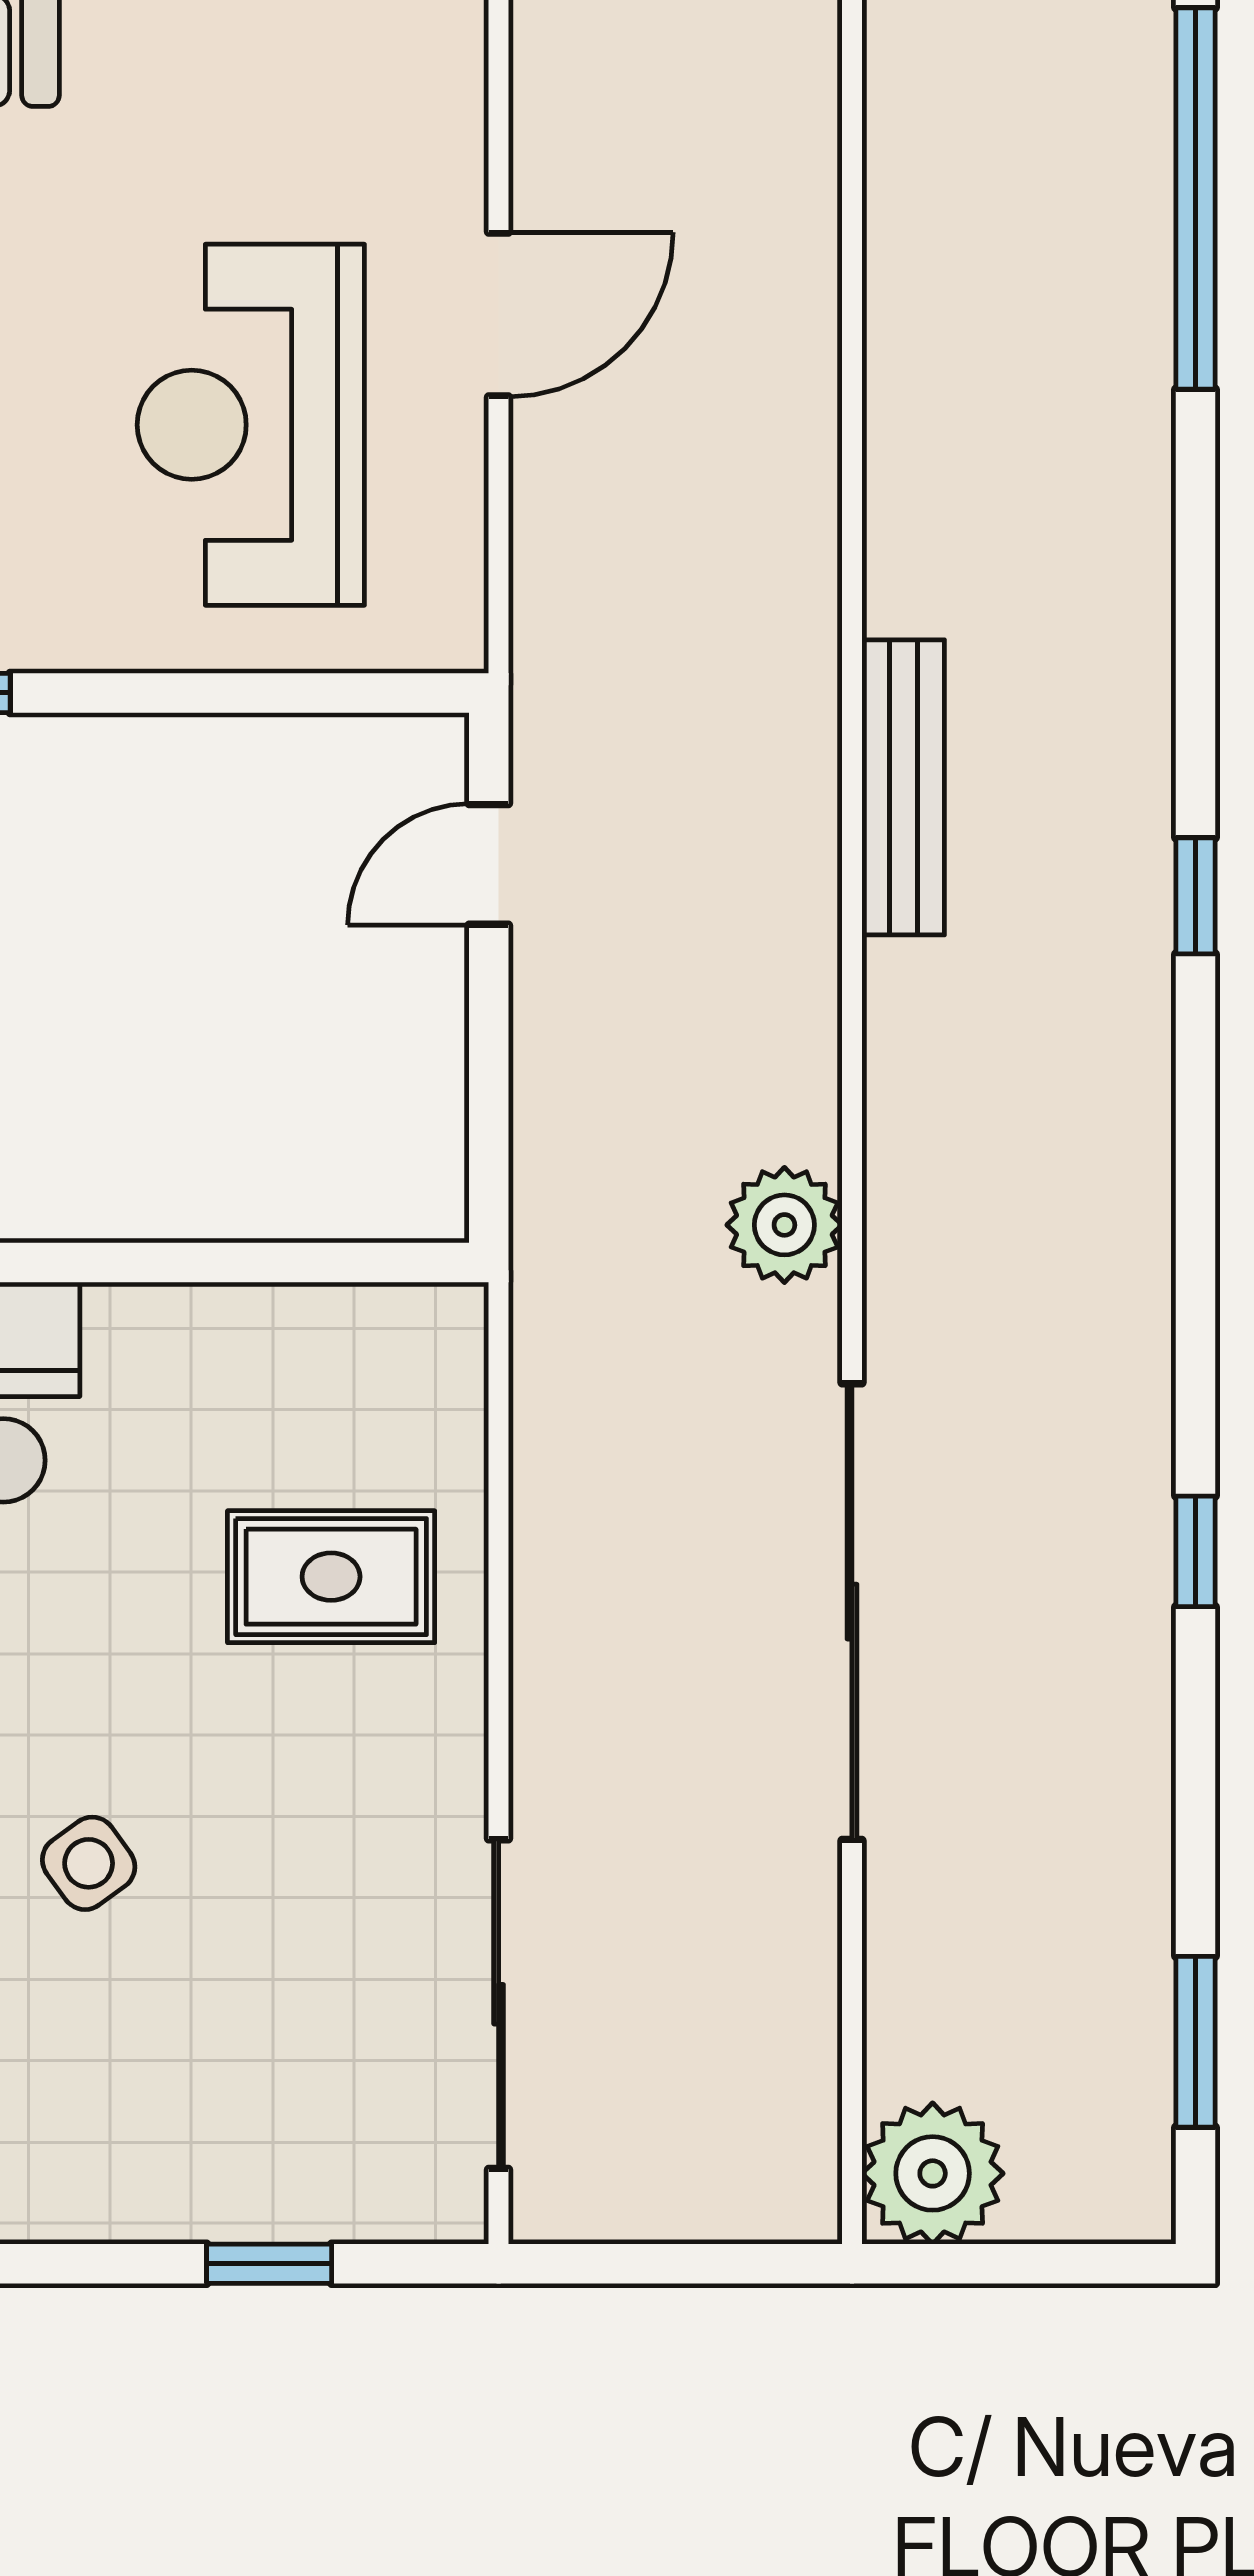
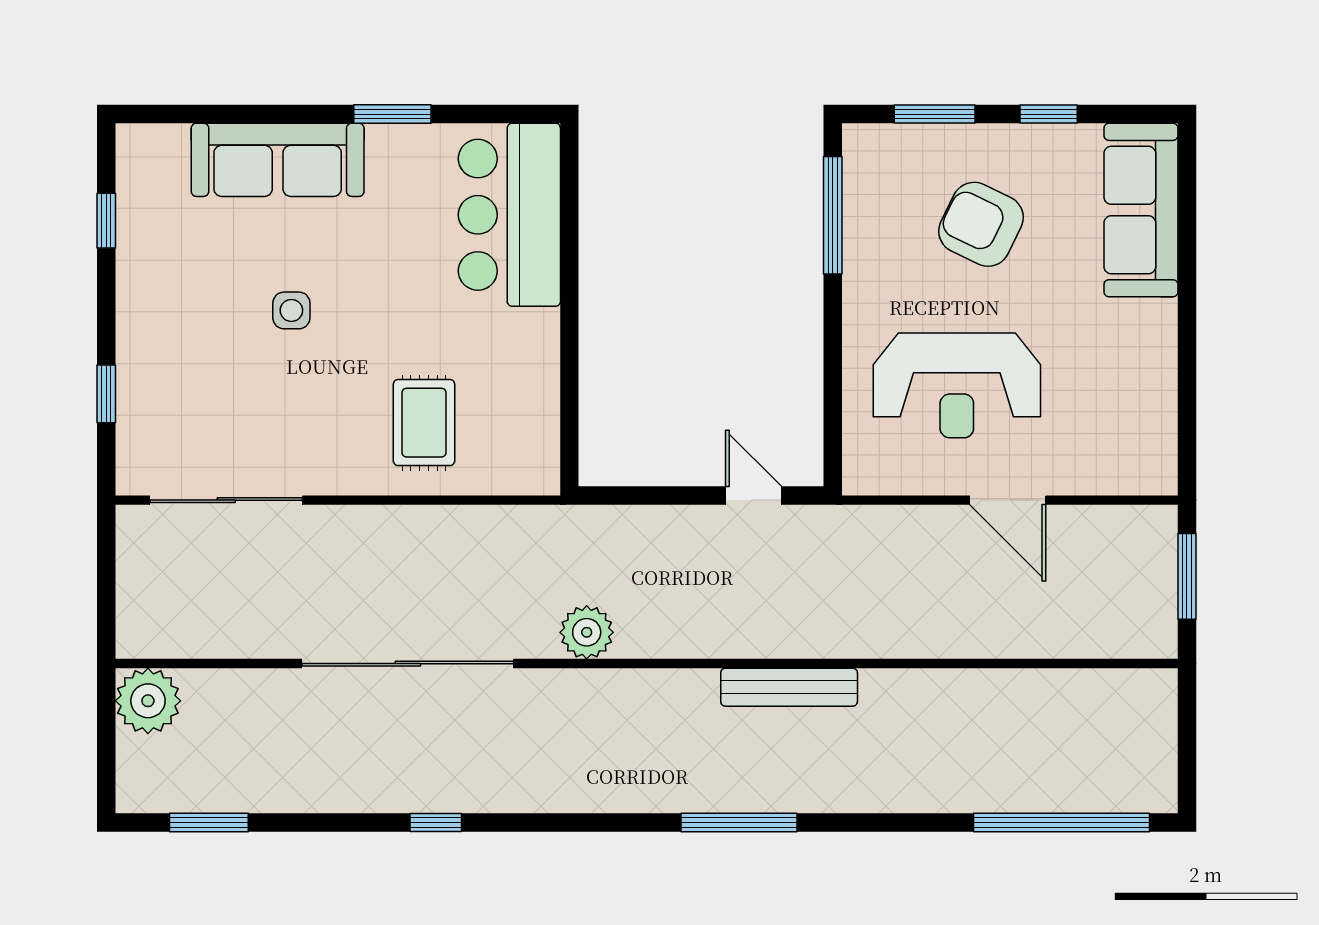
reception desk: (251, 425) -> (957, 385), turned 180
window: (1196, 896) -> (739, 822), width x2.17
side table: (89, 1863) -> (291, 310), turned 36

